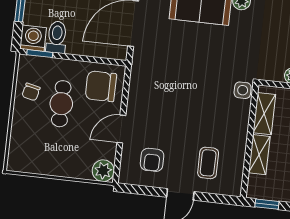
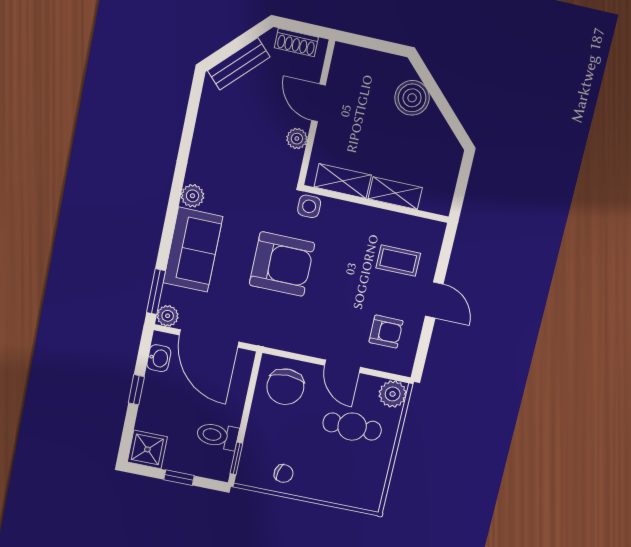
washing machine: (33, 38) -> (216, 465), removed
armchair: (196, 74) -> (282, 264), added
cafe table: (61, 104) -> (352, 427), moved
window: (267, 204) -> (460, 190), removed

